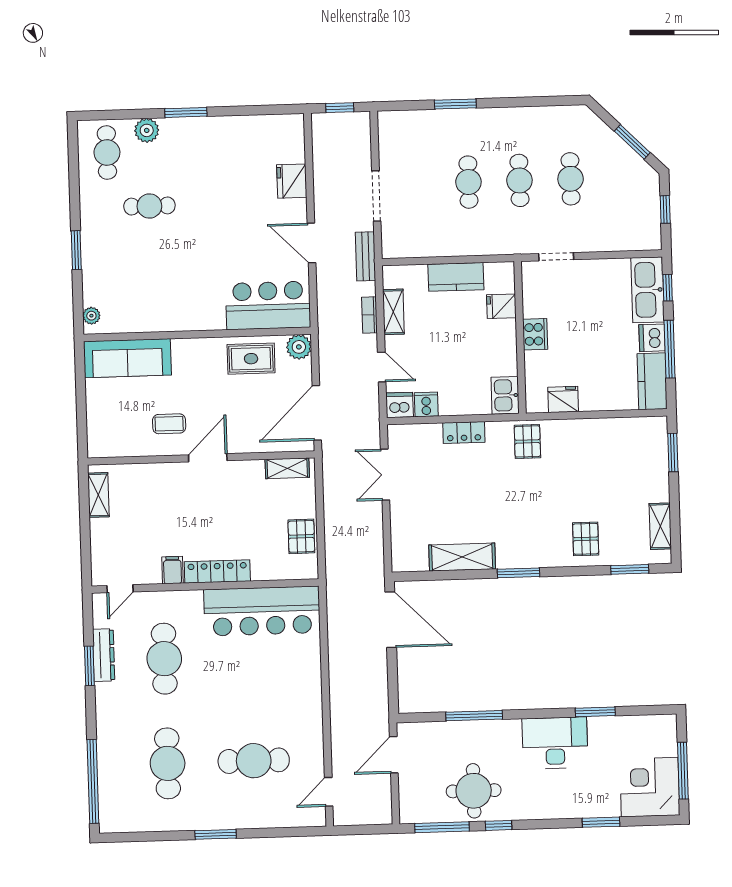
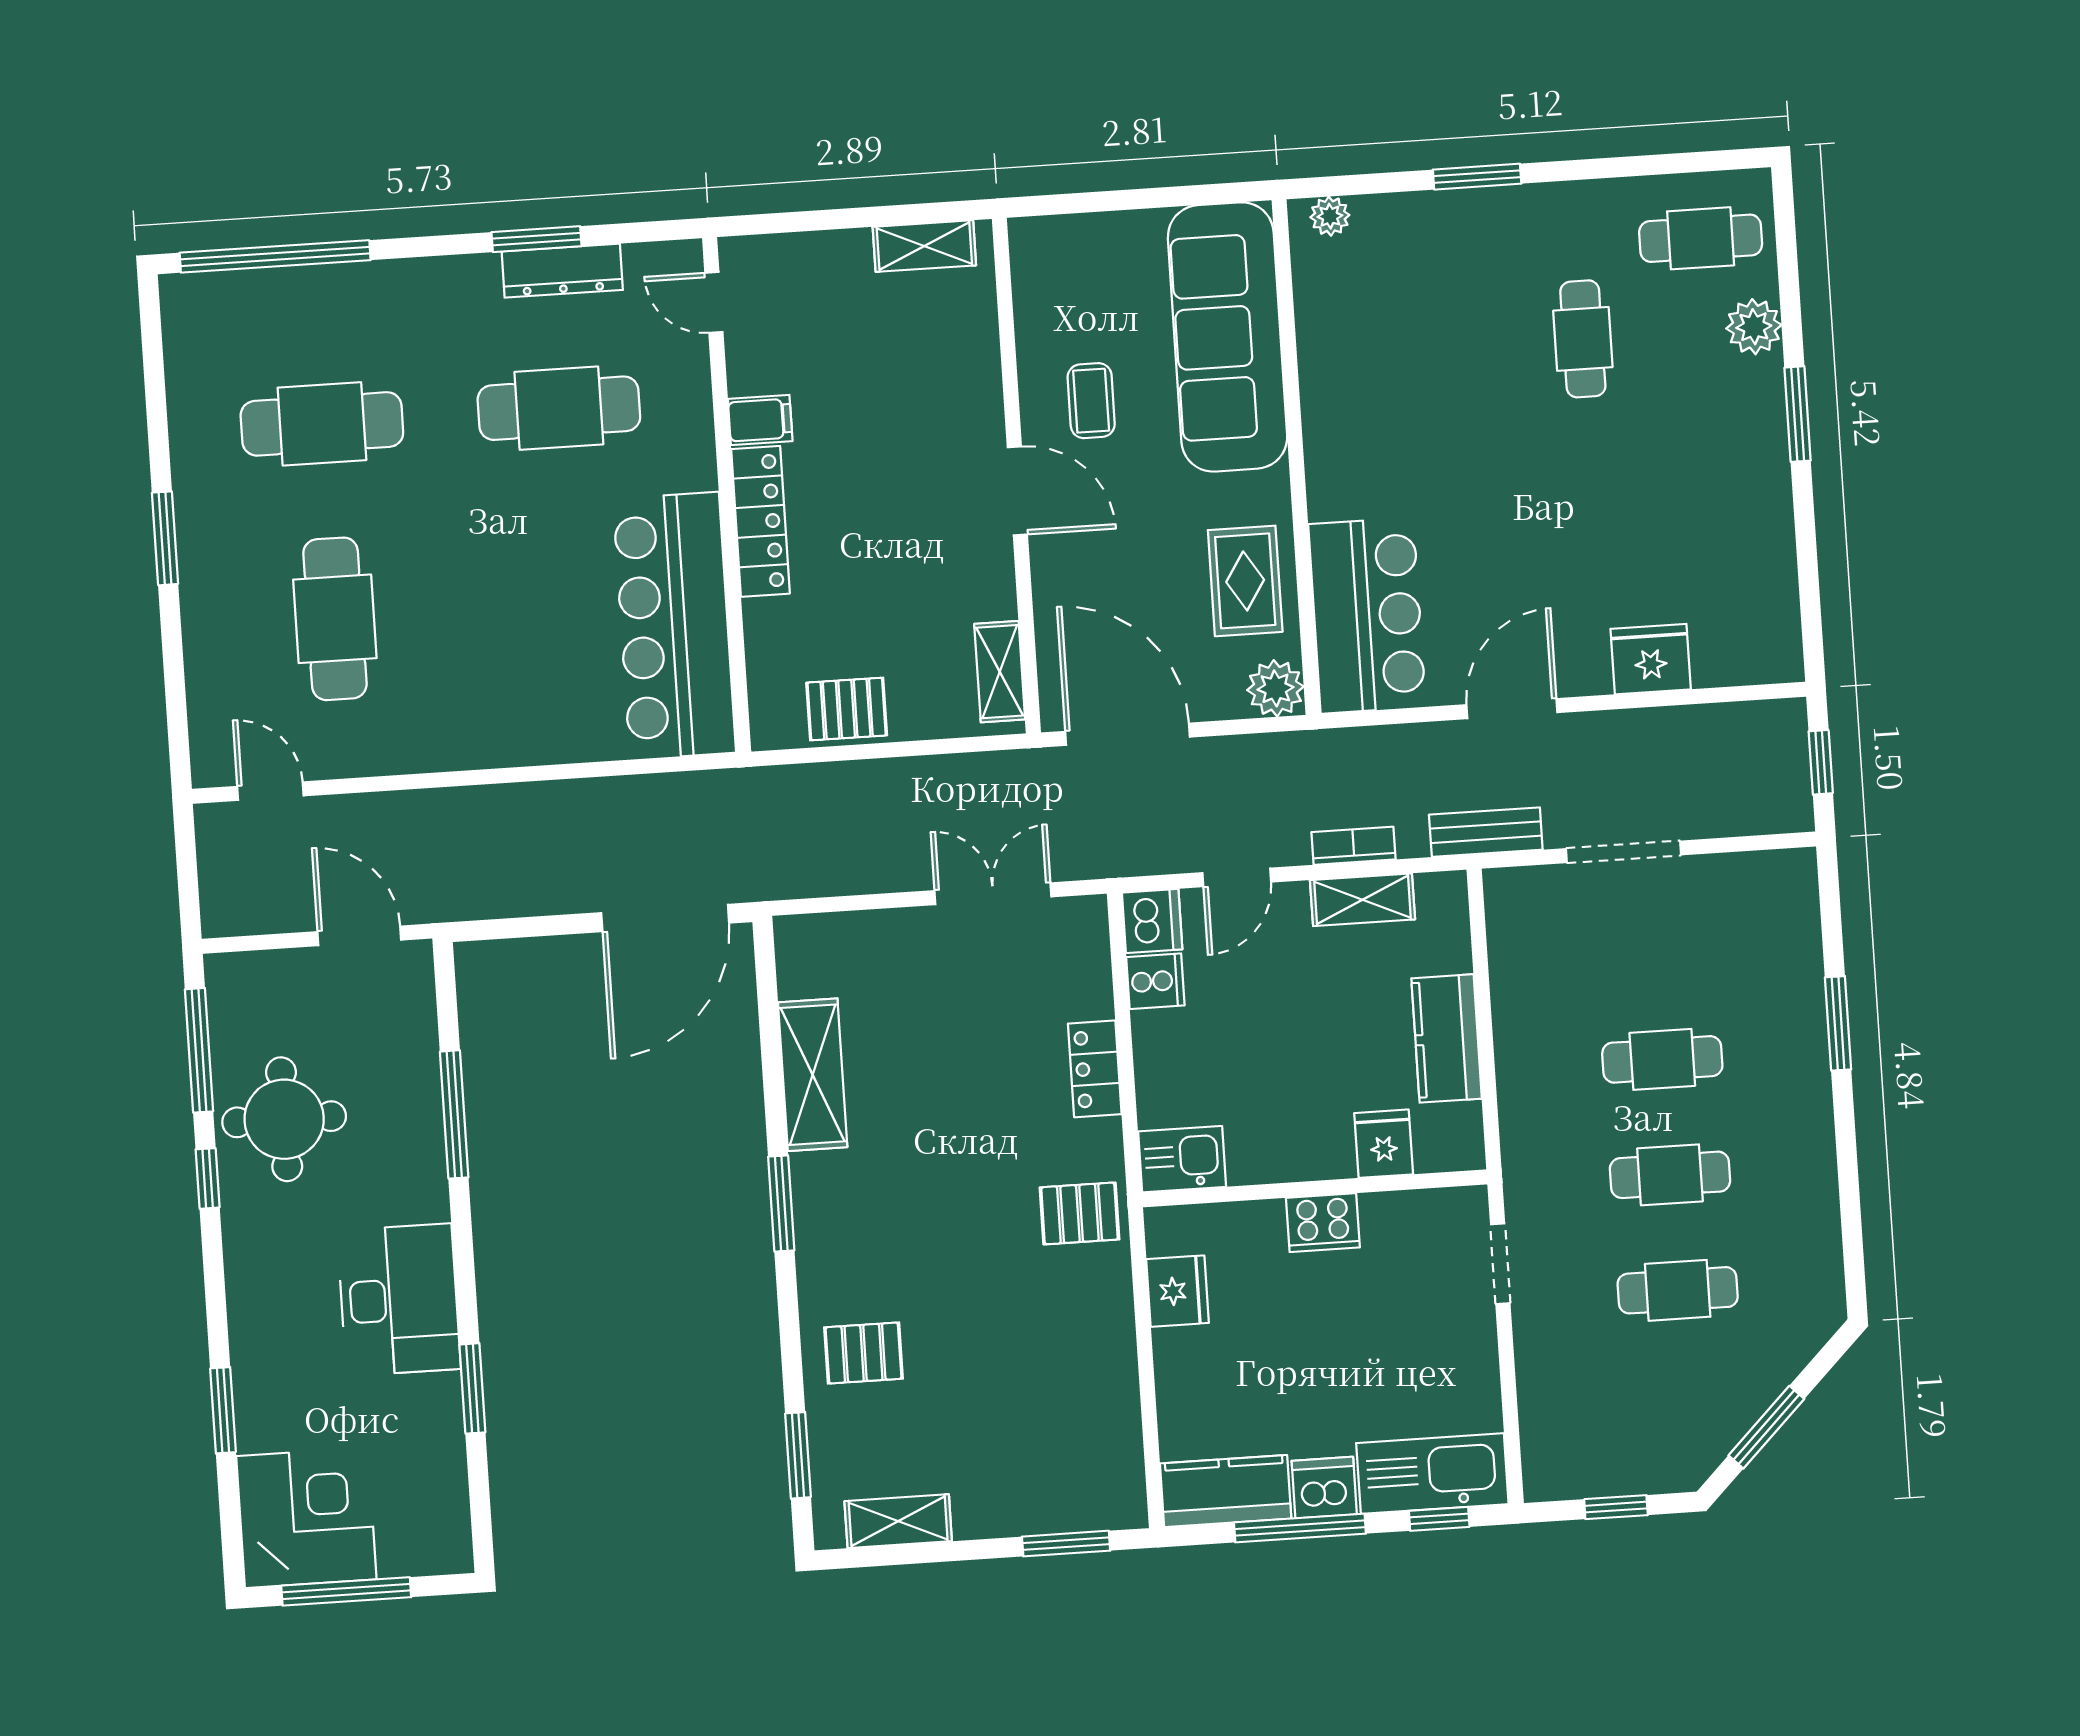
sofa: (127, 358) -> (1228, 337), width x1.36, depth x1.27

